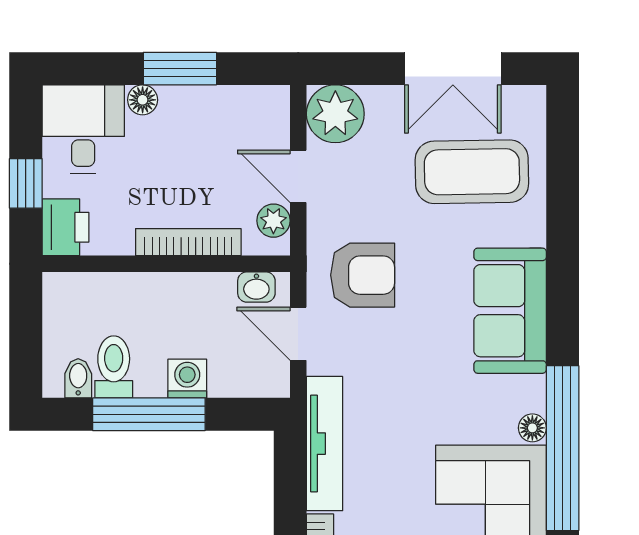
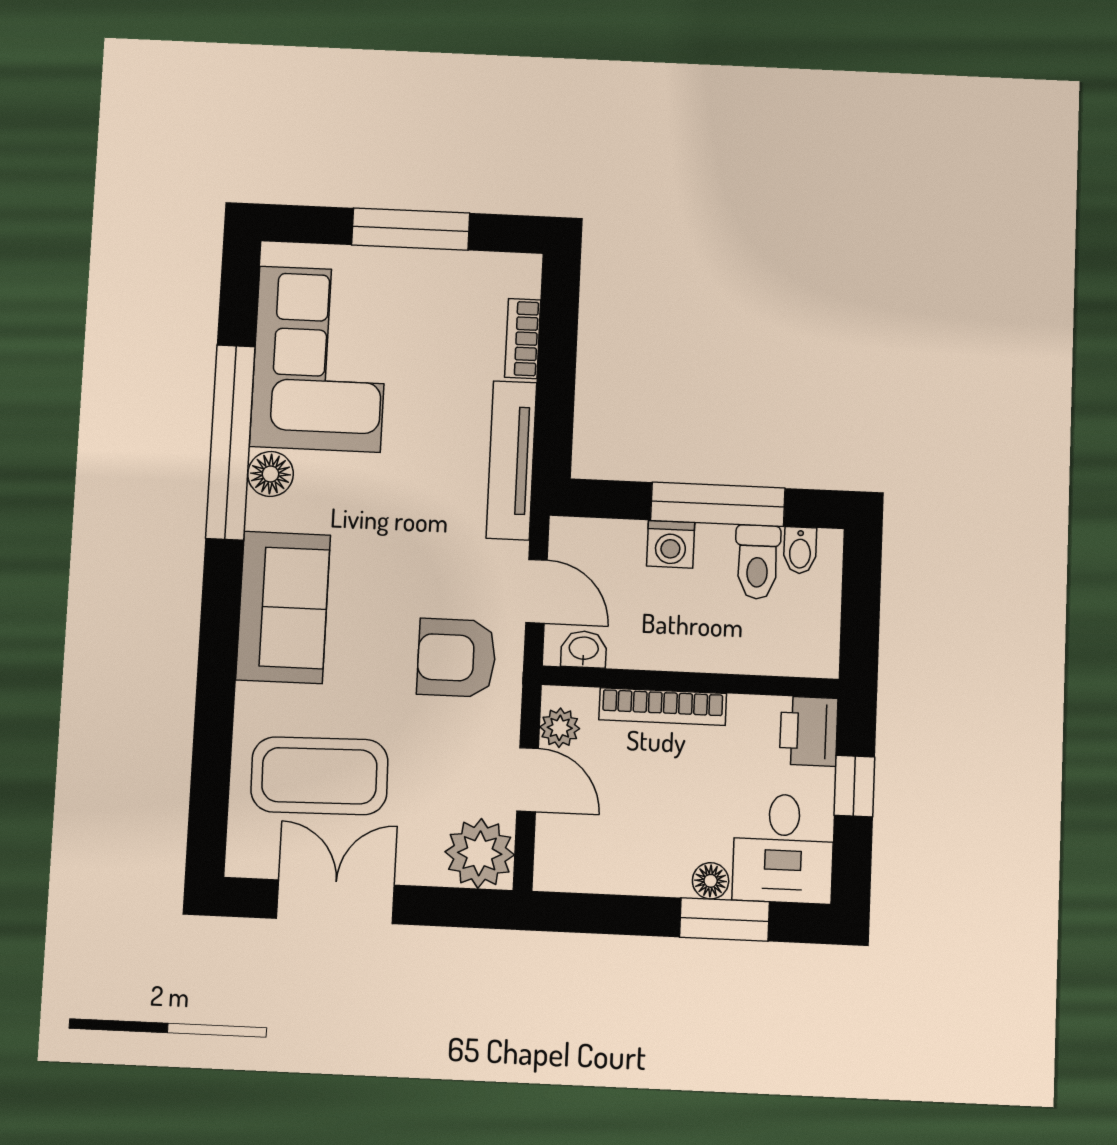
window: (180, 69) -> (725, 920), moved
floor lamp: (532, 428) -> (271, 474), width x1.37, depth x1.37

